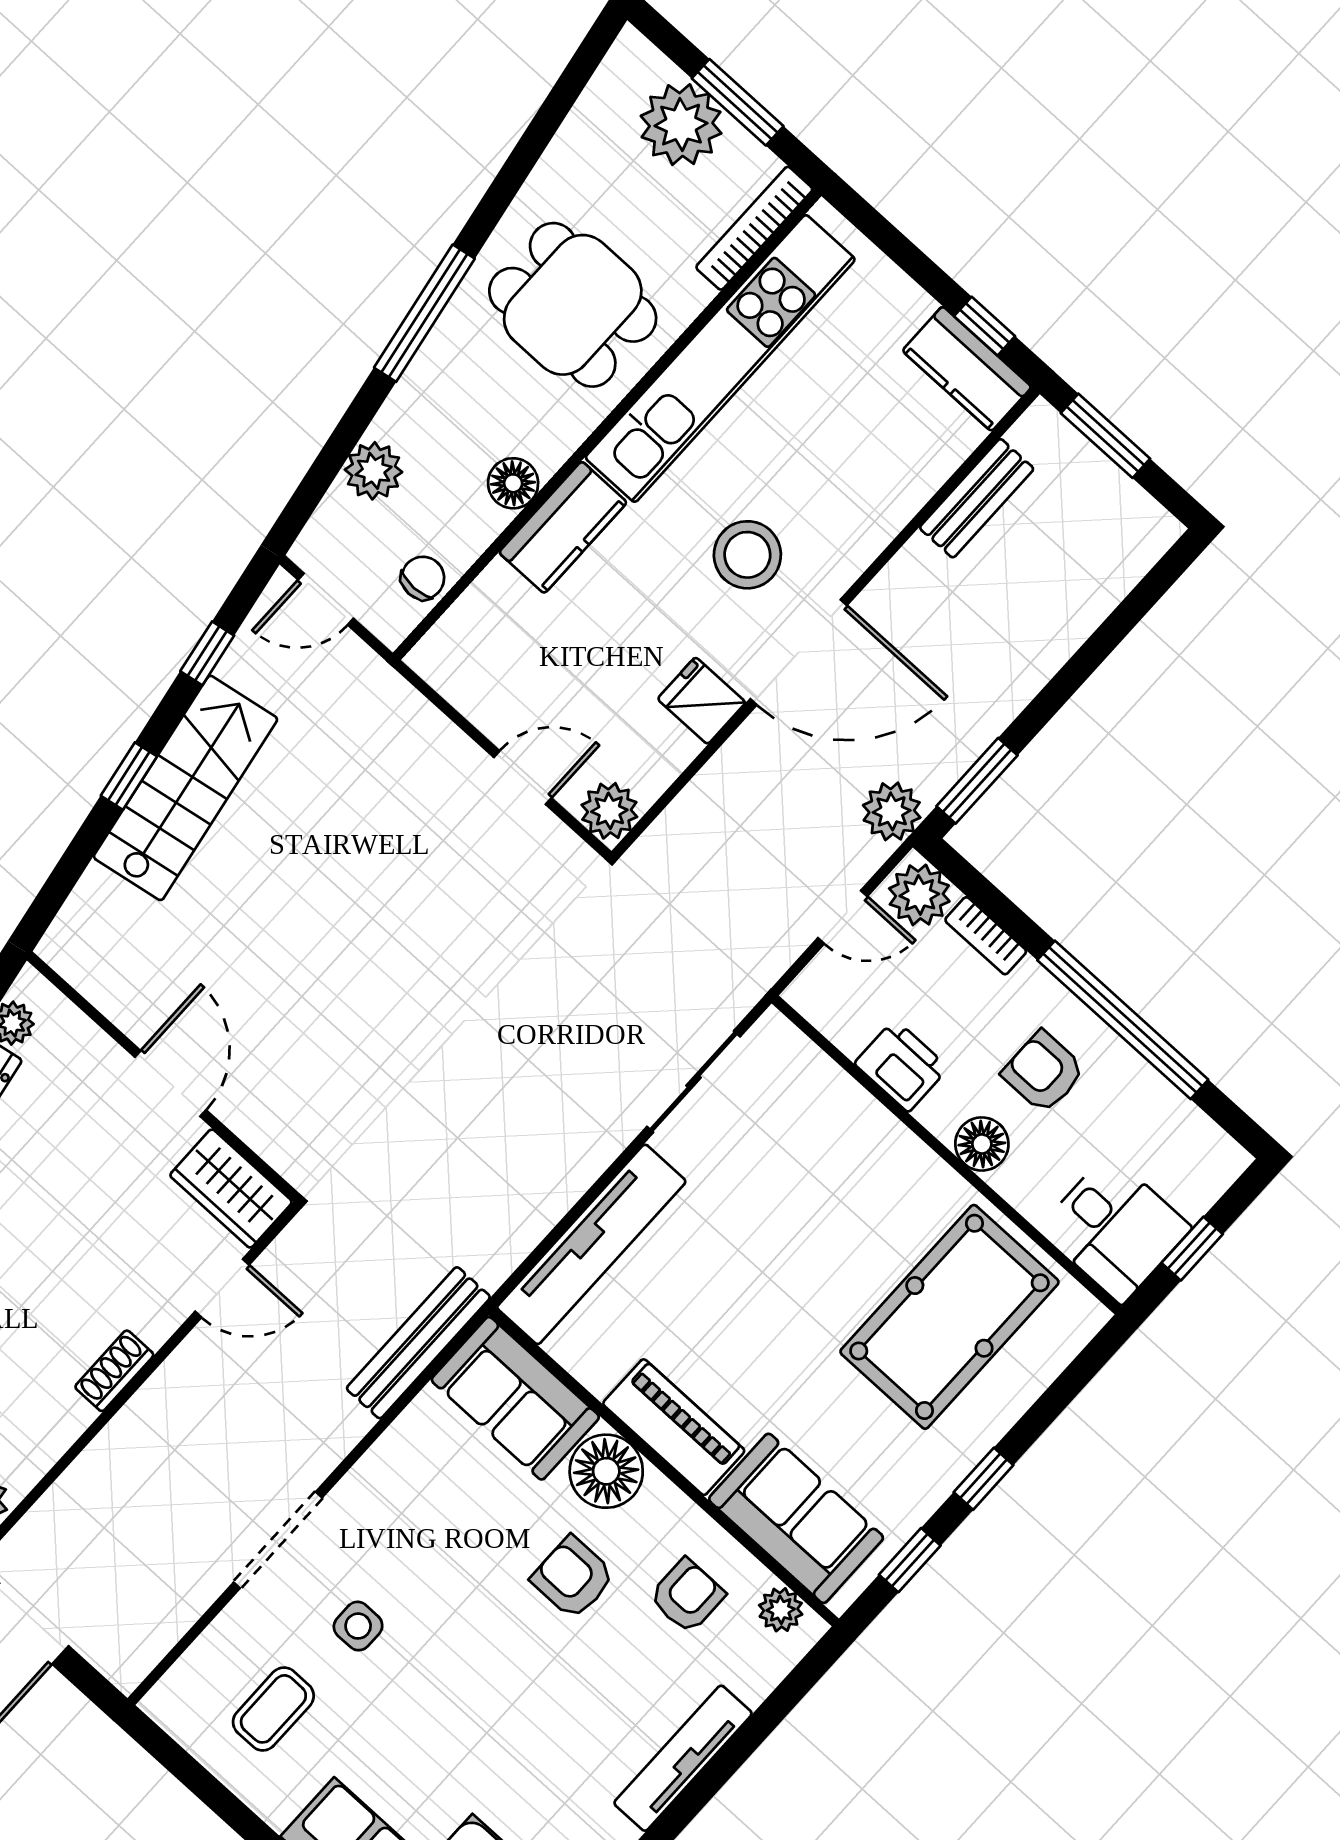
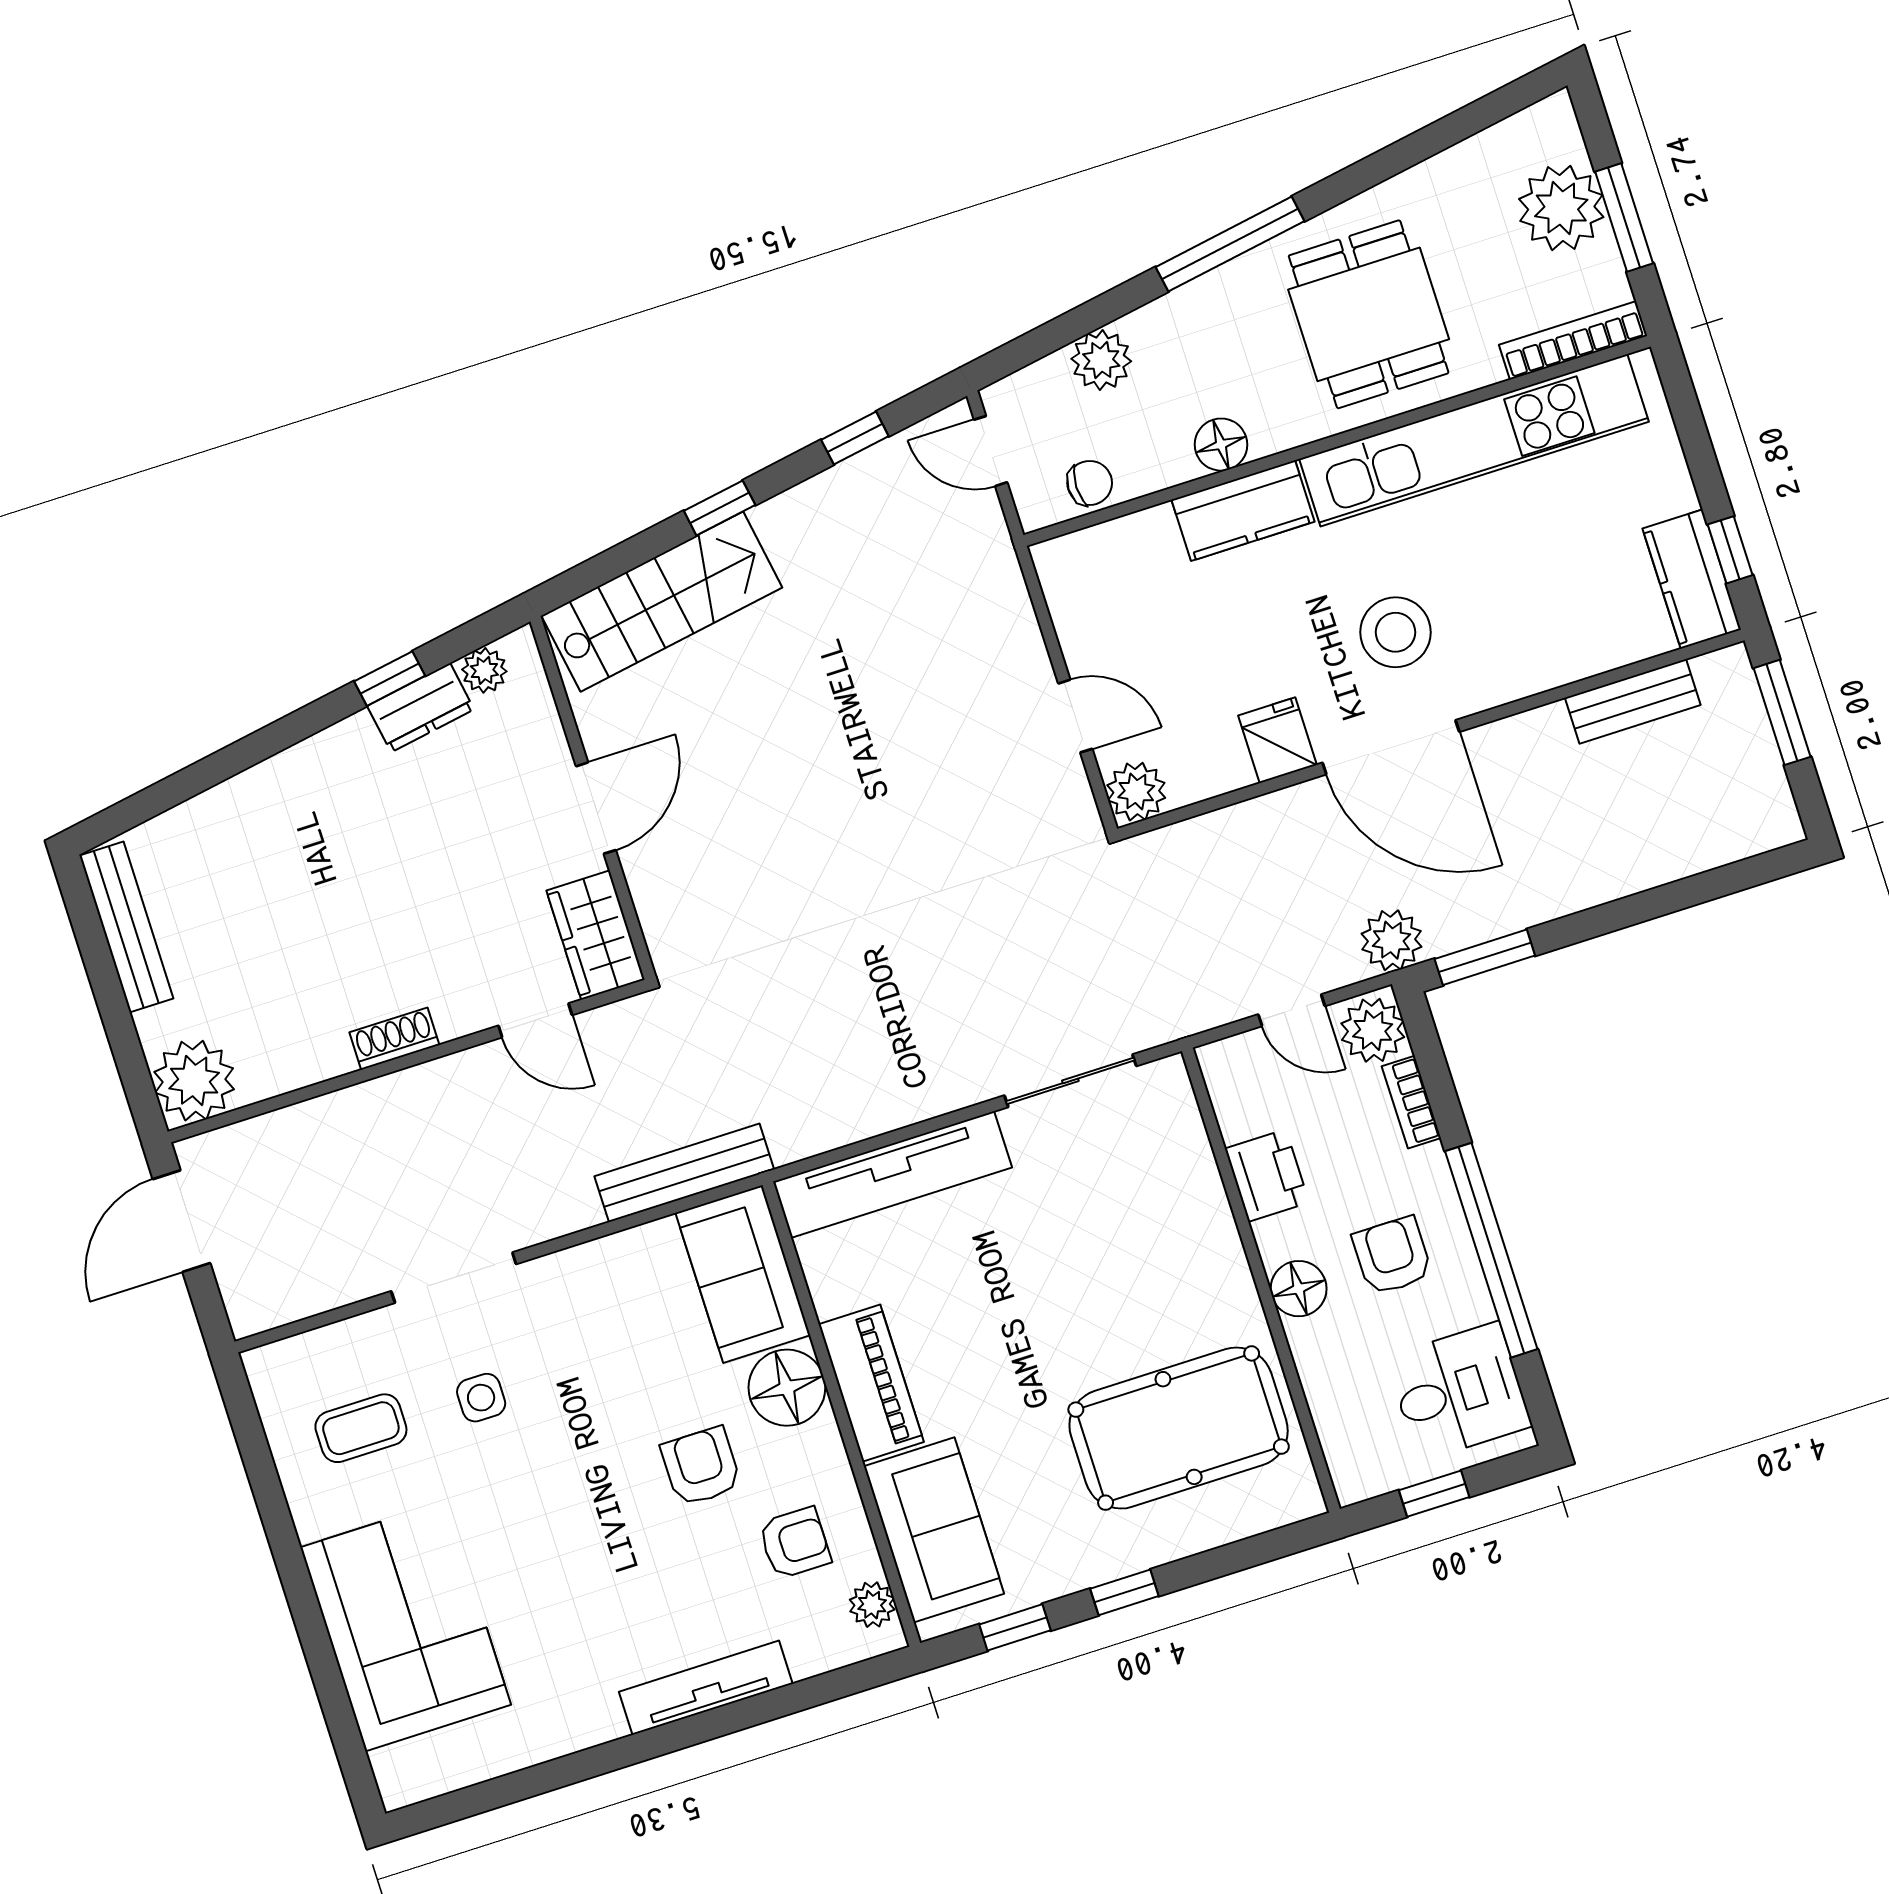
stairs: (185, 788) -> (662, 602), moved
desk: (1115, 1229) -> (1459, 1391), moved, turned -90

